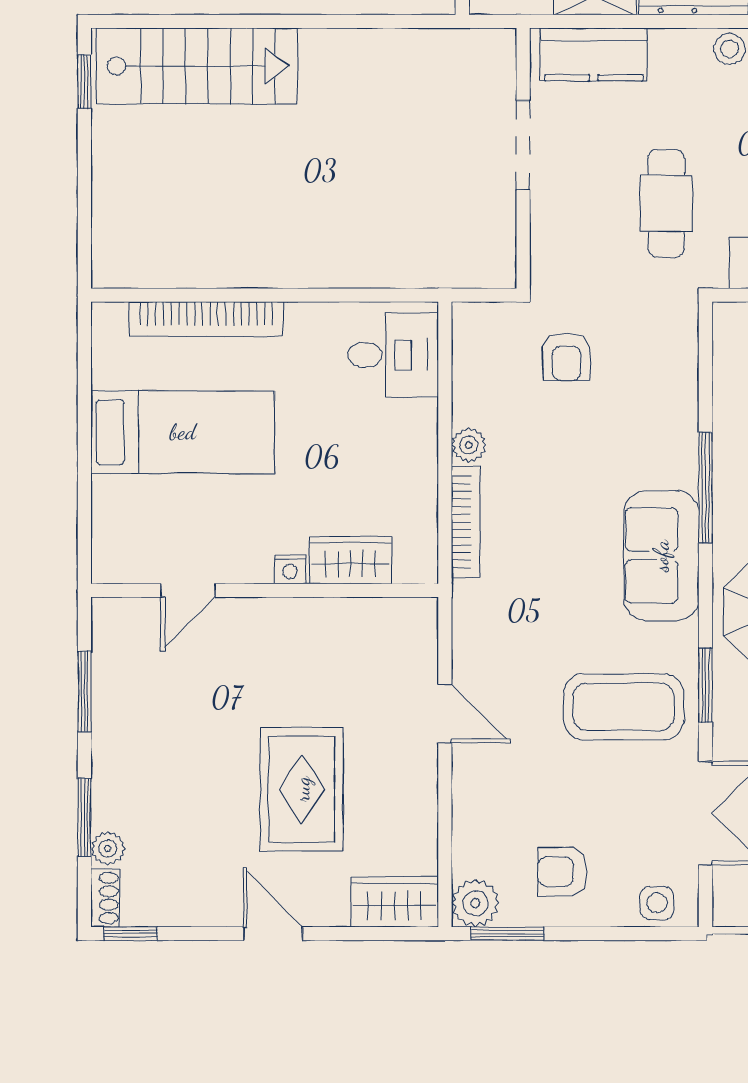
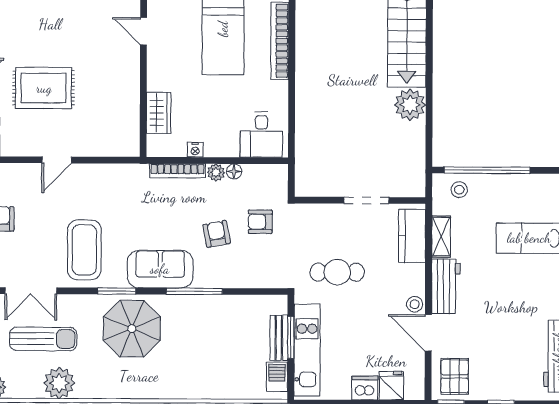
plant: (333, 59) -> (410, 105), added
floor lamp: (467, 409) -> (234, 171), added
armchair: (591, 443) -> (217, 234), added
nightstand: (290, 569) -> (195, 150), moved, turned -90
window: (706, 685) -> (117, 291), moved
door: (445, 714) -> (57, 160), moved

